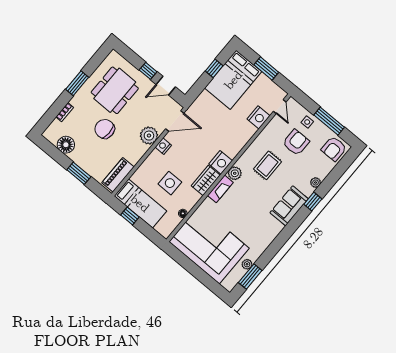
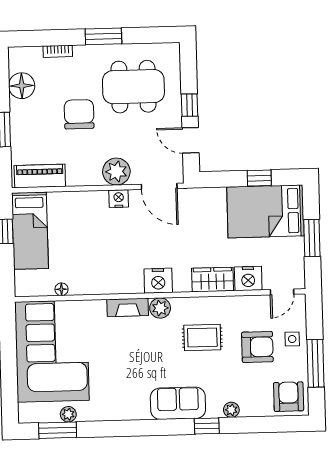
armchair: (334, 149) -> (289, 397), turned 90
wardrobe: (206, 181) -> (213, 280), moved
side table: (170, 183) -> (83, 244), removed

